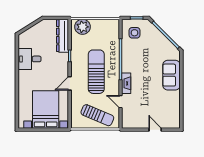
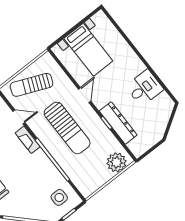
dresser: (63, 36) -> (118, 123), moved
bed with nightstands: (46, 109) -> (88, 50), width x0.73

